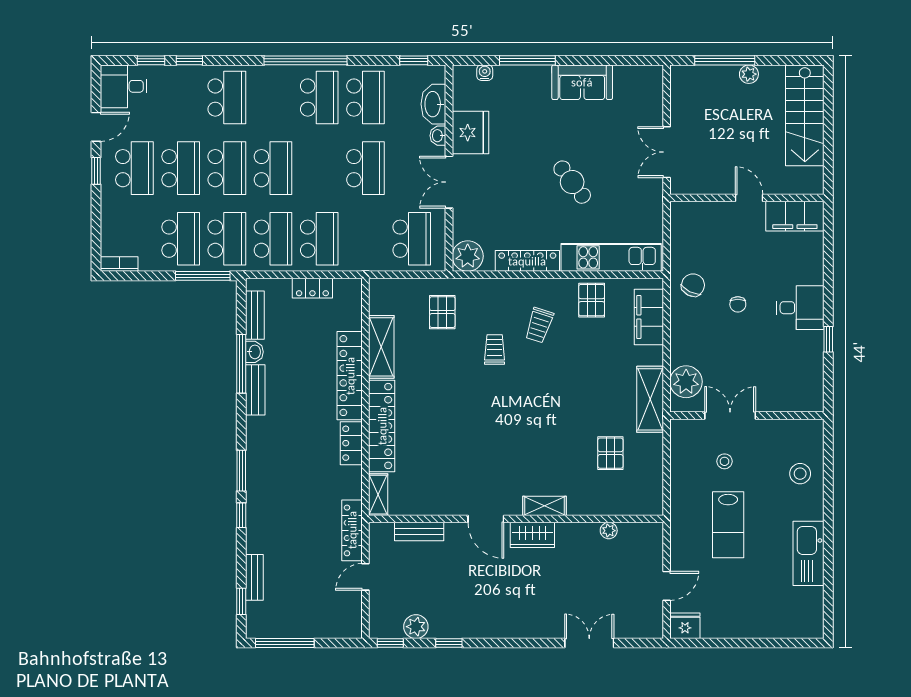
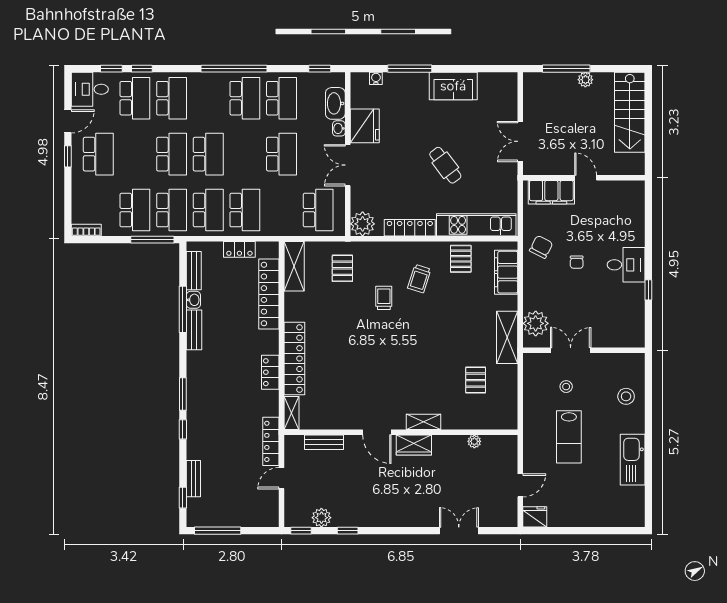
school desk: (181, 168) -> (135, 98), moved
filing cabinet: (795, 216) -> (551, 192), moved
shelving: (381, 347) -> (294, 266), moved
locker: (350, 376) -> (269, 294), moved

